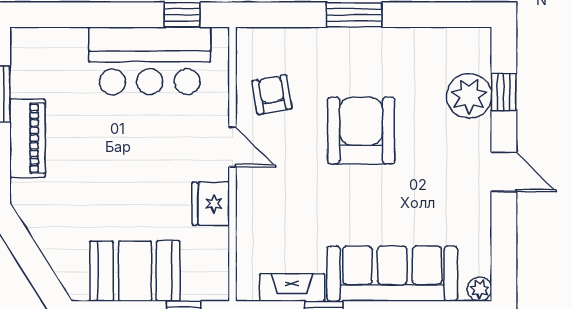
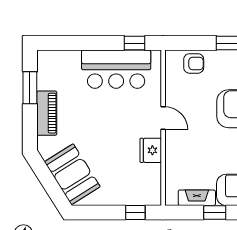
armchair: (272, 95) -> (194, 63), moved, turned 100
booth: (135, 271) -> (72, 174), moved, turned 58

